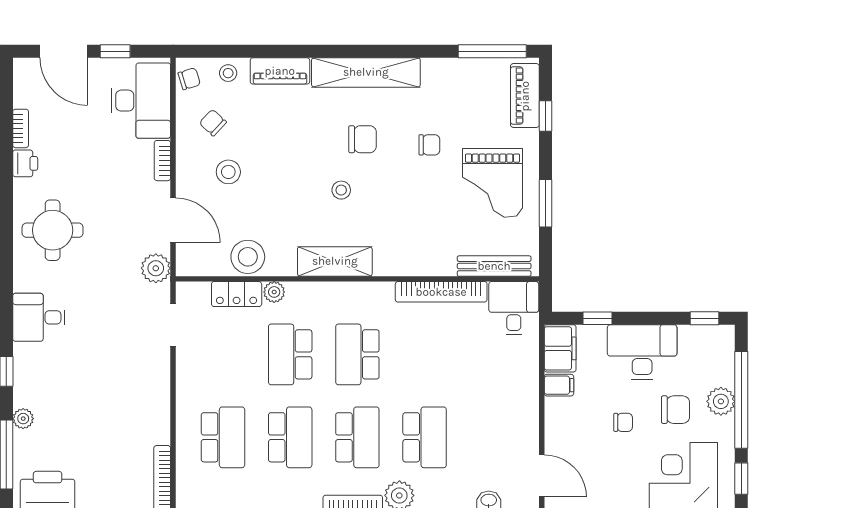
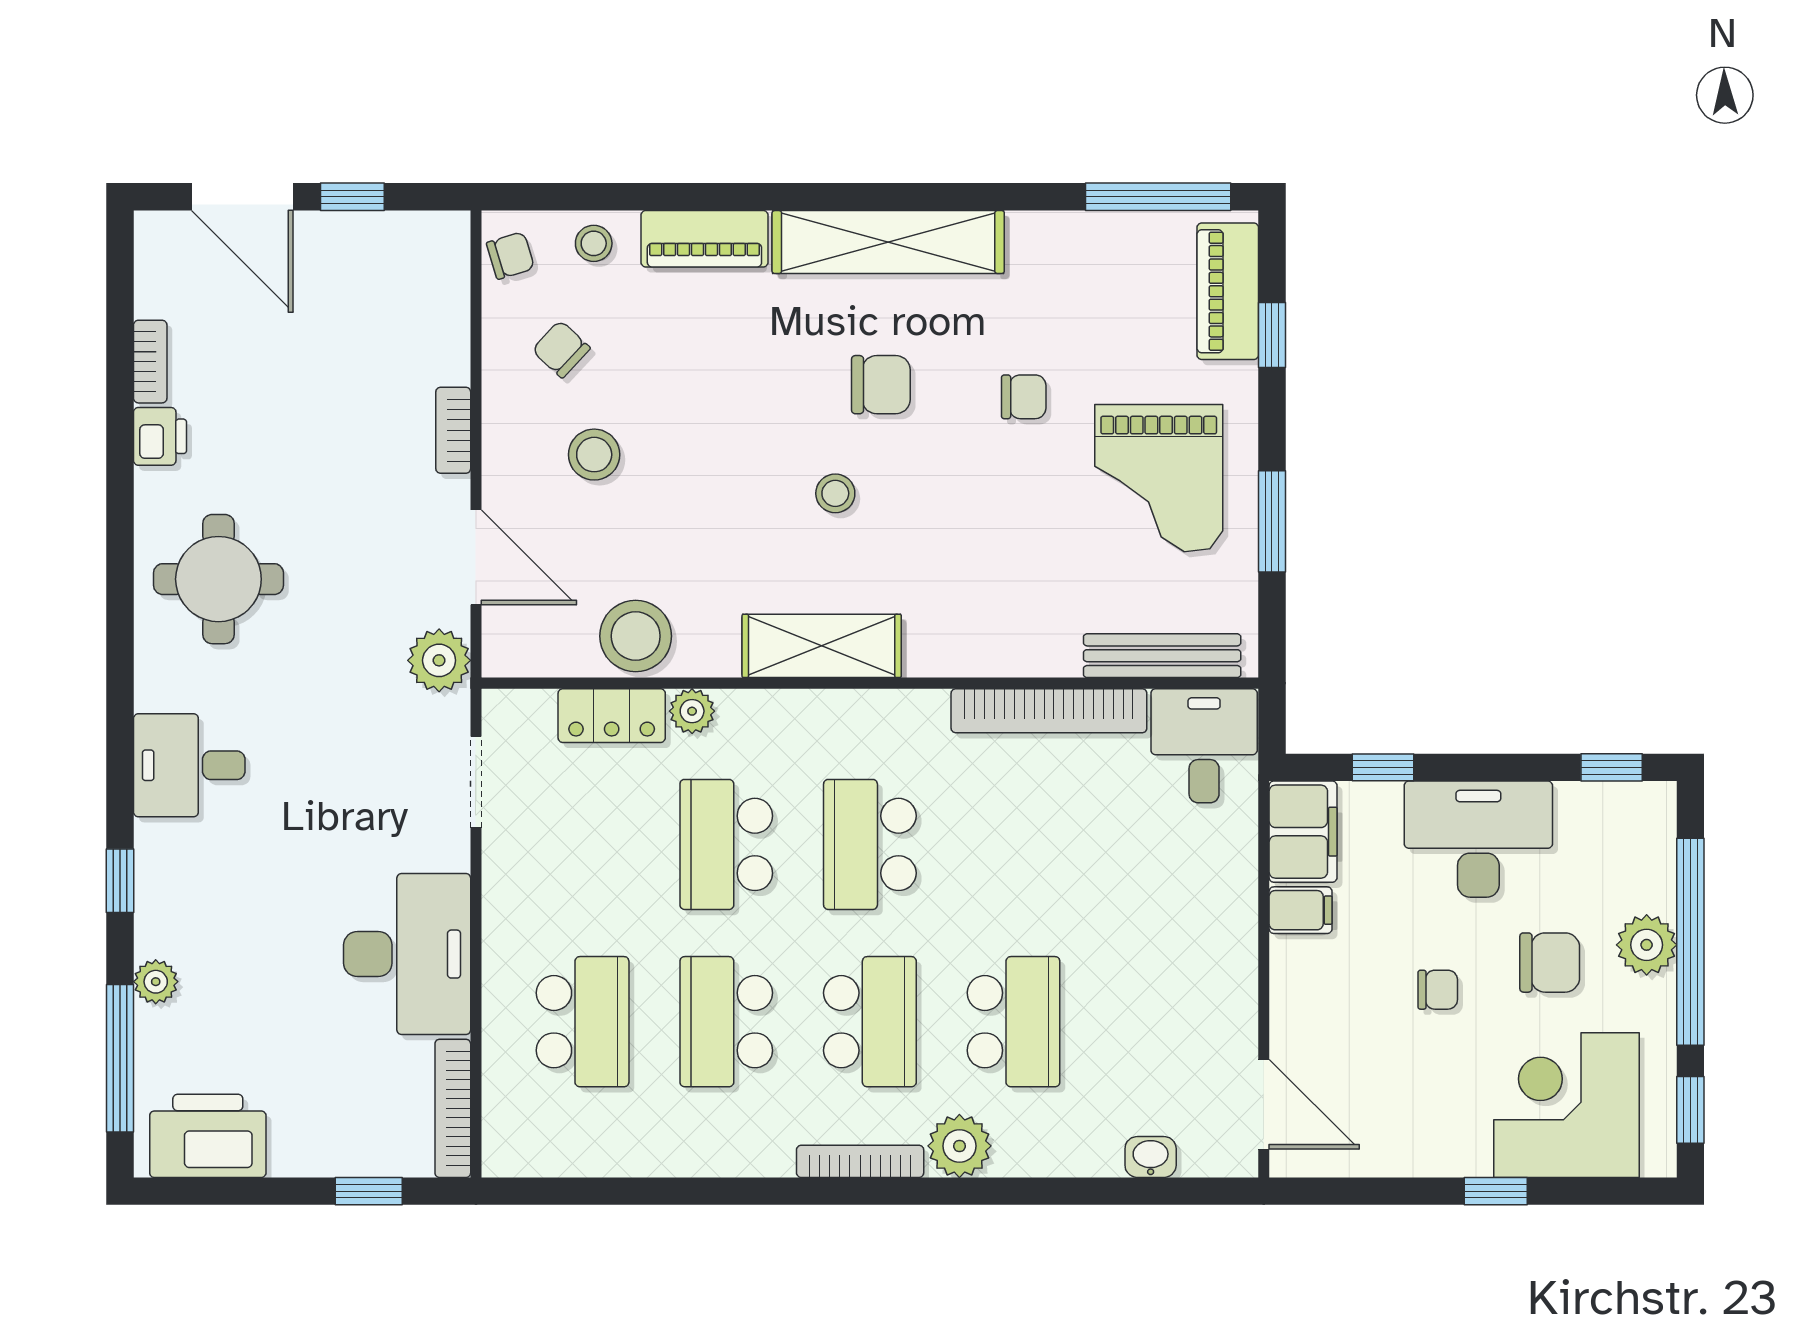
desk: (141, 101) -> (407, 954), moved
school desk: (290, 437) -> (726, 1022), turned 180

